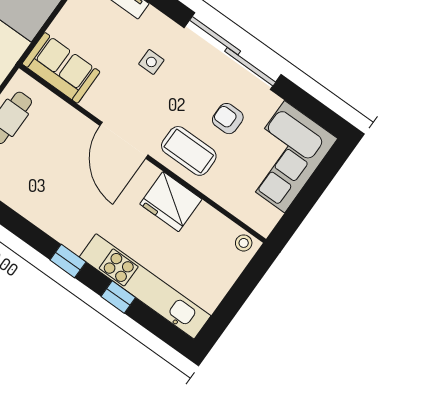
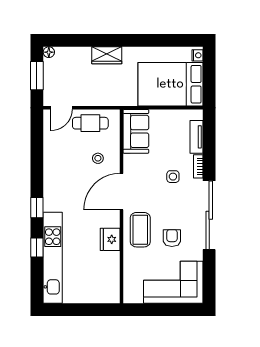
bookcase: (161, 21) -> (198, 166), added
fridge: (171, 202) -> (110, 239), width x0.73, depth x0.75
stool: (244, 243) -> (98, 158), moved

